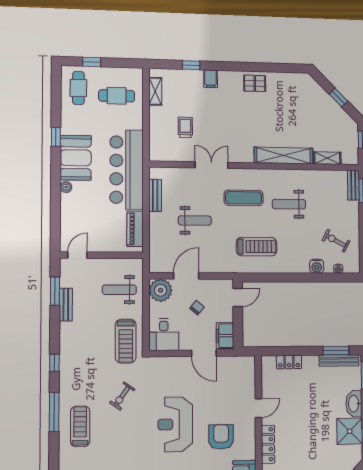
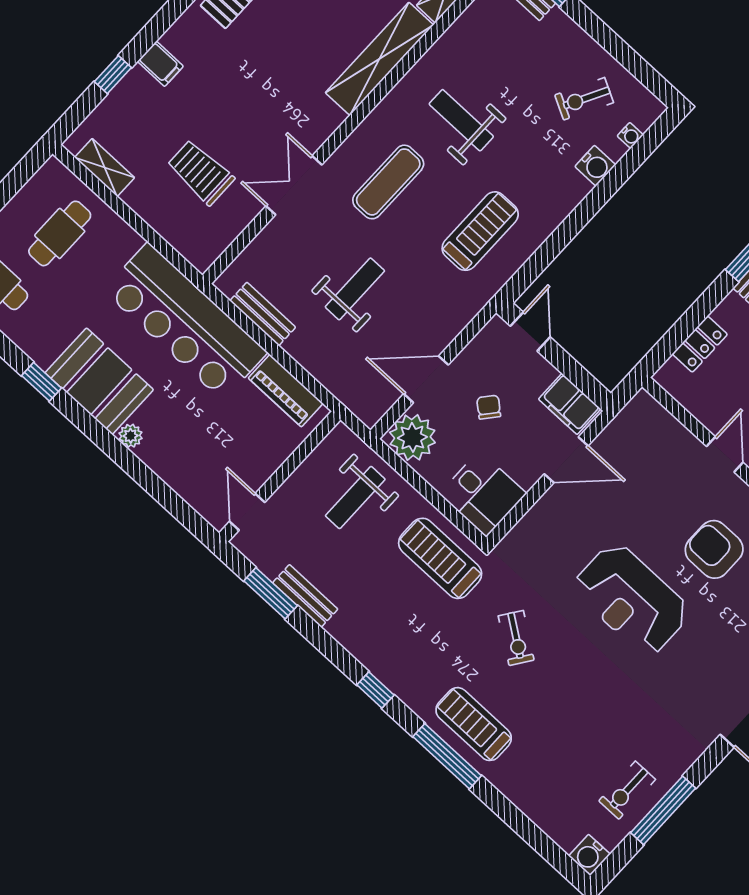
trolley: (185, 127) -> (201, 172), width x1.36, depth x1.39
weight bench: (289, 204) -> (461, 120), turned 90
door: (186, 276) -> (426, 379), hinge flipped
treadmill: (126, 341) -> (440, 558), turned 180
treadmill: (80, 426) -> (474, 724), moved

